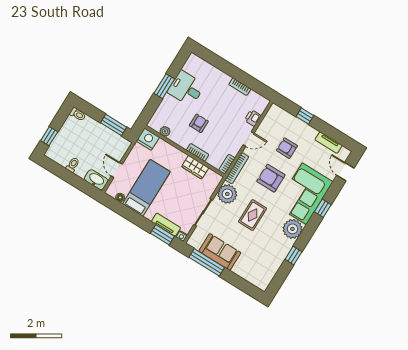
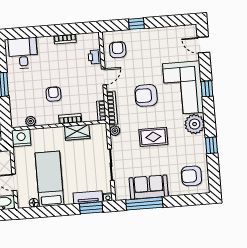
desk: (186, 88) -> (23, 53), moved, turned 90
tv unit: (329, 143) -> (172, 31), removed
armchair: (287, 148) -> (118, 50), moved, turned 90
plant: (227, 194) -> (115, 131), width x0.53, depth x0.53
rug: (253, 215) -> (153, 137), turned 90
armchair: (260, 268) -> (191, 176), added

